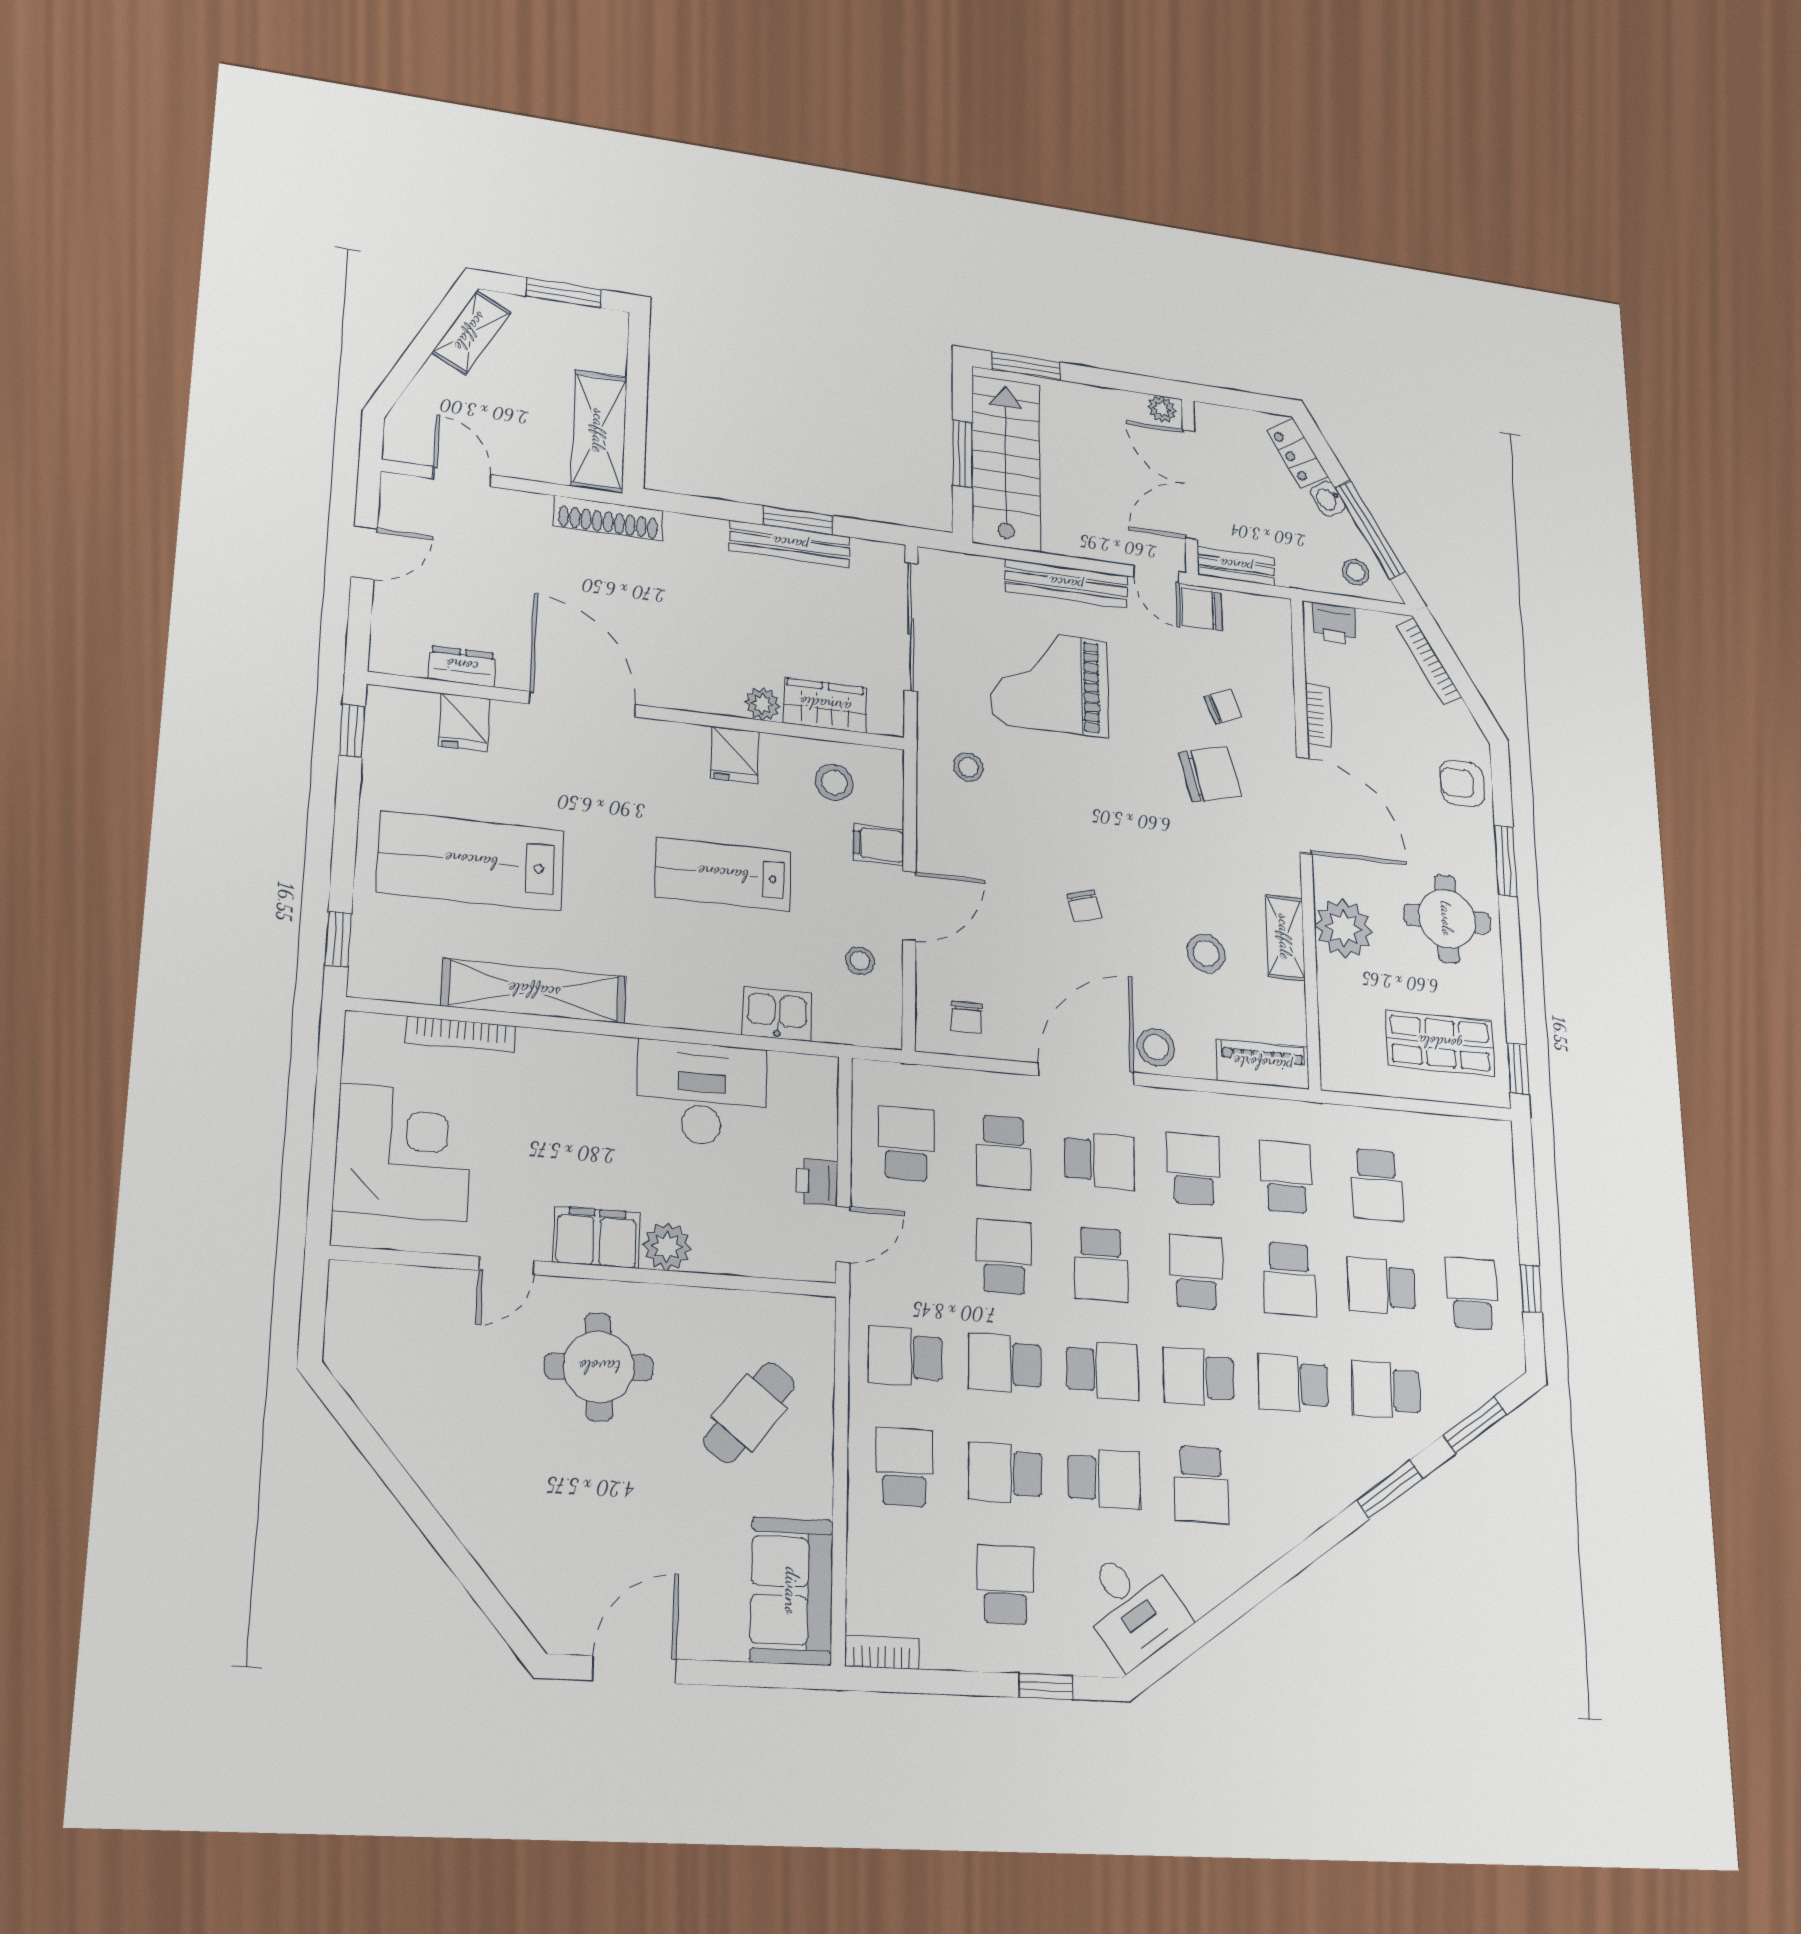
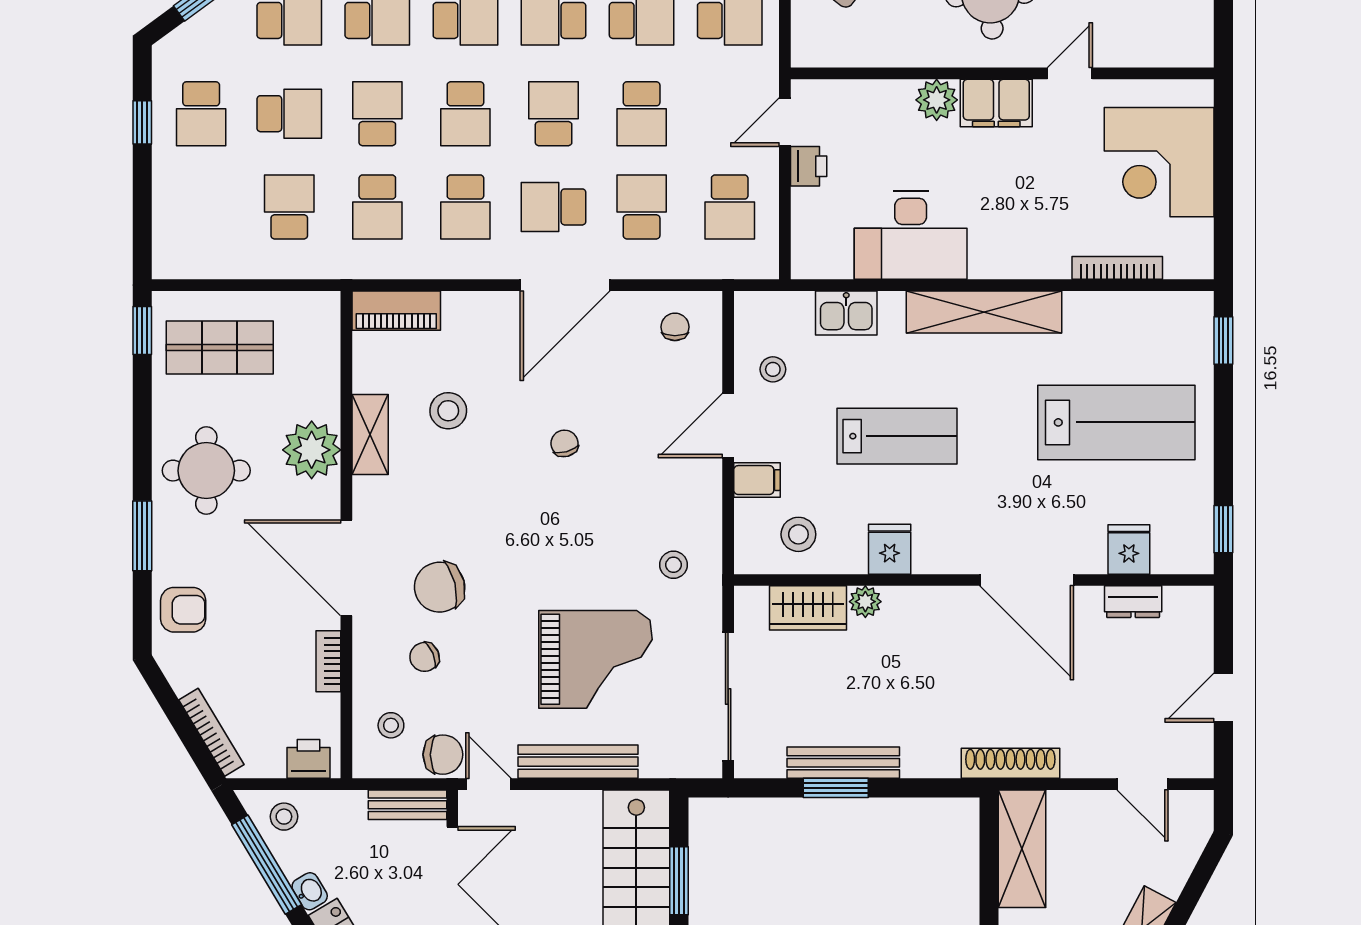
shelving: (534, 991) -> (984, 312), moved
stool: (1156, 1047) -> (391, 725), moved, width x0.73, depth x0.73

